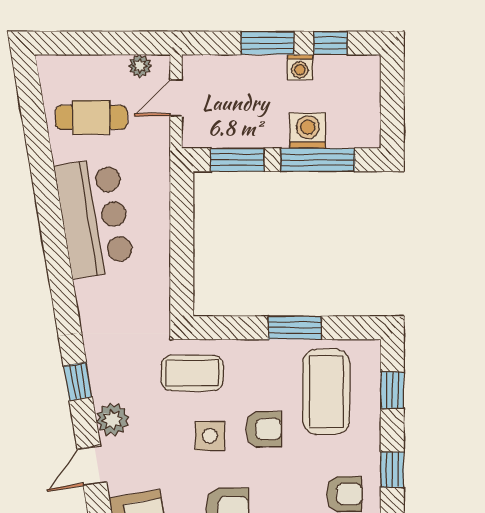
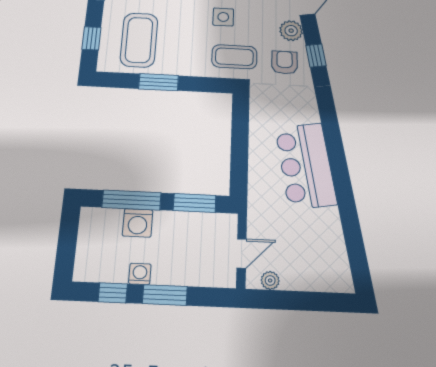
cafe table: (91, 117) -> (309, 241), removed
armchair: (264, 429) -> (285, 62), moved, turned 90

